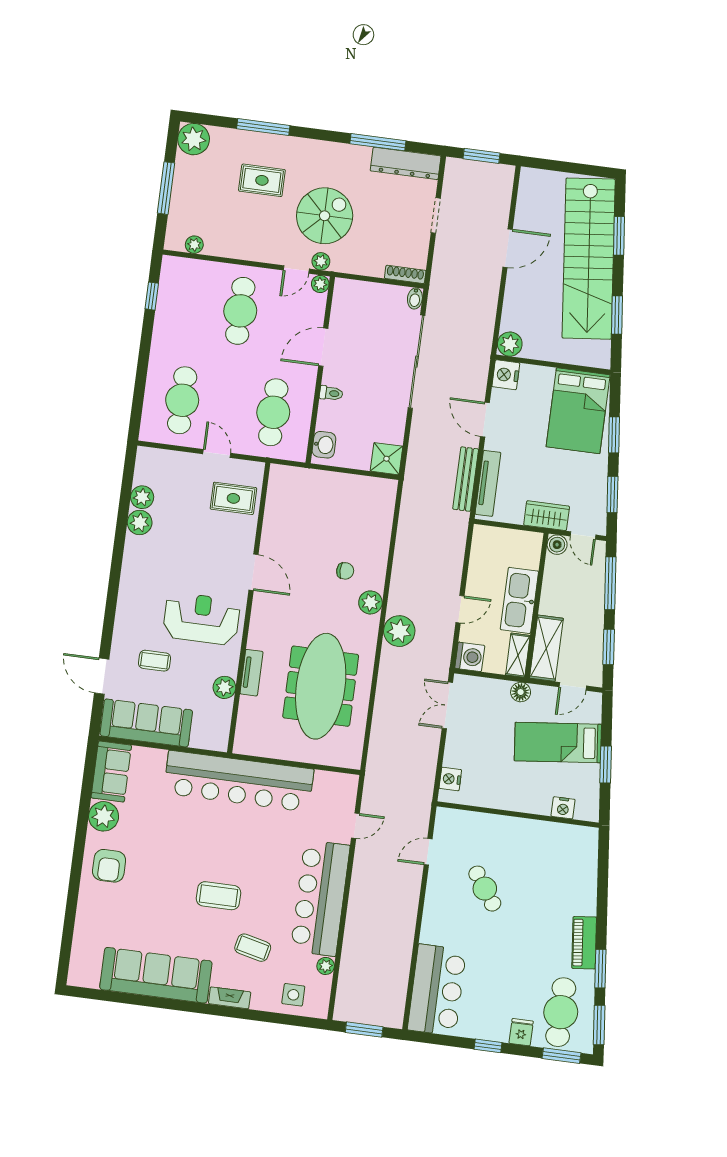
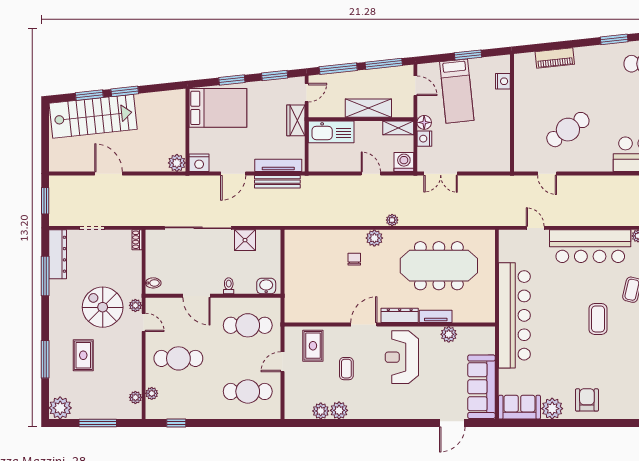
stairs: (589, 259) -> (93, 116), width x0.73
shoe rack: (405, 274) -> (137, 240), width x0.70
plant: (320, 284) -> (152, 393), moved
bidet: (415, 298) -> (153, 283), moved
window: (617, 315) -> (125, 91), moved
shower: (386, 459) -> (245, 240), moved
boiler: (557, 545) -> (316, 110), removed
kitchen sink: (519, 600) -> (331, 132), moved
dresser: (259, 623) -> (400, 315), added
plant: (399, 631) -> (392, 220), width x0.53, depth x0.53
window: (609, 647) -> (384, 64), width x1.44
shelving: (546, 648) -> (368, 108), moved
coffee table: (155, 661) -> (346, 369), moved
nightstand: (450, 779) -> (424, 139), moved, turned 90
armchair: (109, 866) -> (587, 400), turned -90
cafe table: (485, 889) -> (568, 130), width x1.37, depth x1.35
piano: (584, 943) -> (555, 58), moved

